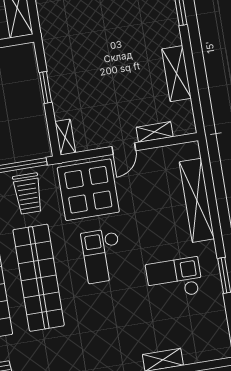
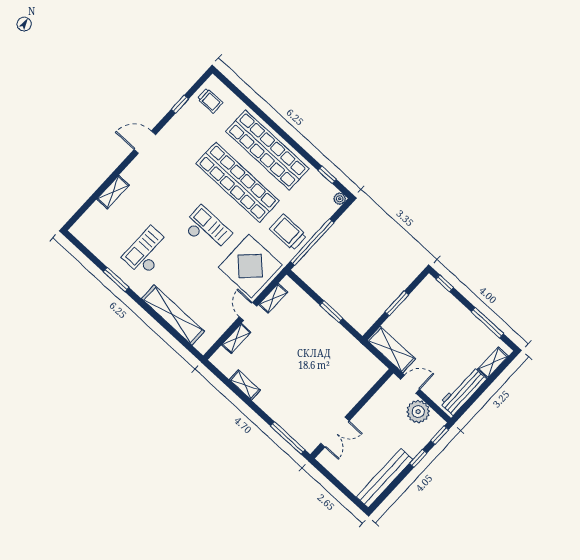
shelving: (176, 74) -> (245, 385), width x0.67, depth x0.75
shelving: (65, 137) -> (273, 298), moved, turned 90
checkout: (174, 279) -> (147, 252), turned 180

